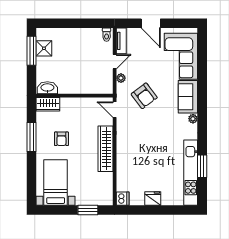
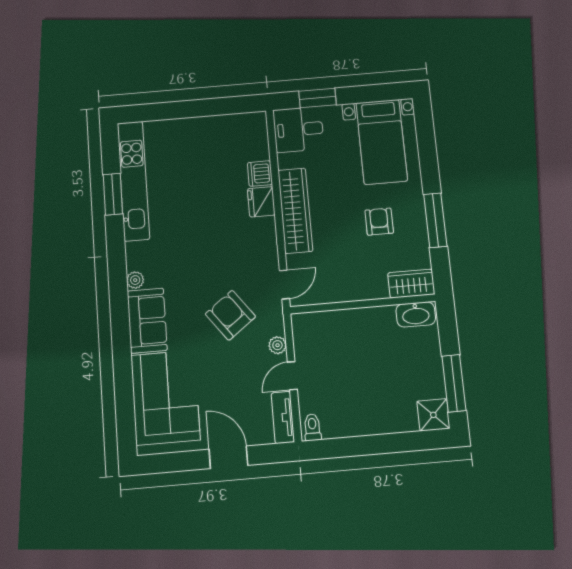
shower: (44, 48) -> (433, 415), moved
door: (115, 110) -> (284, 285), hinge flipped
desk: (100, 193) -> (298, 129), added
dishwasher: (123, 199) -> (260, 174), moved
fridge: (153, 199) -> (261, 202), moved, turned 90

